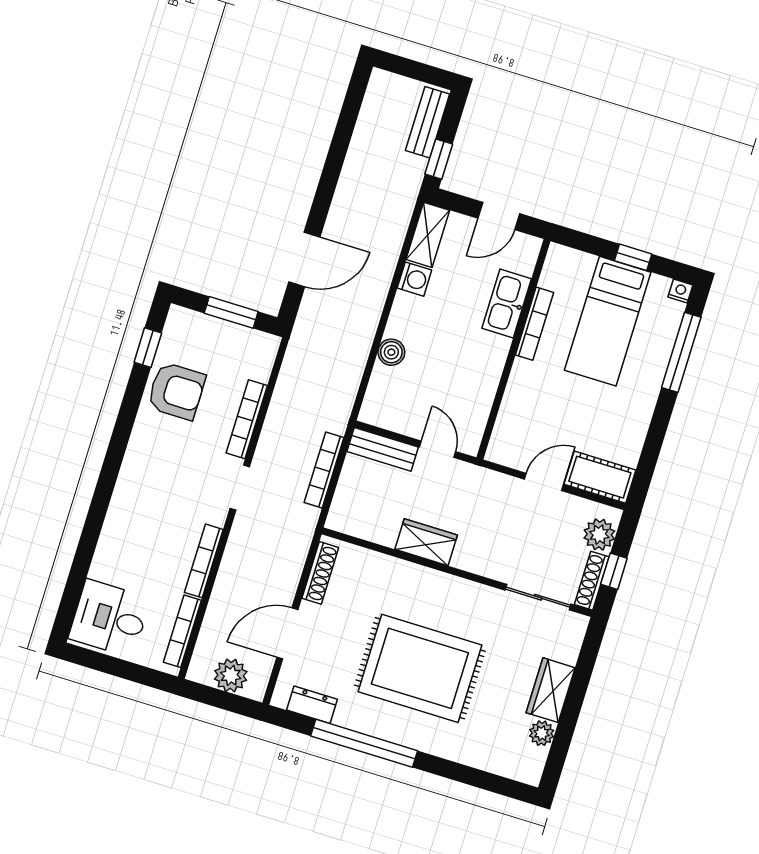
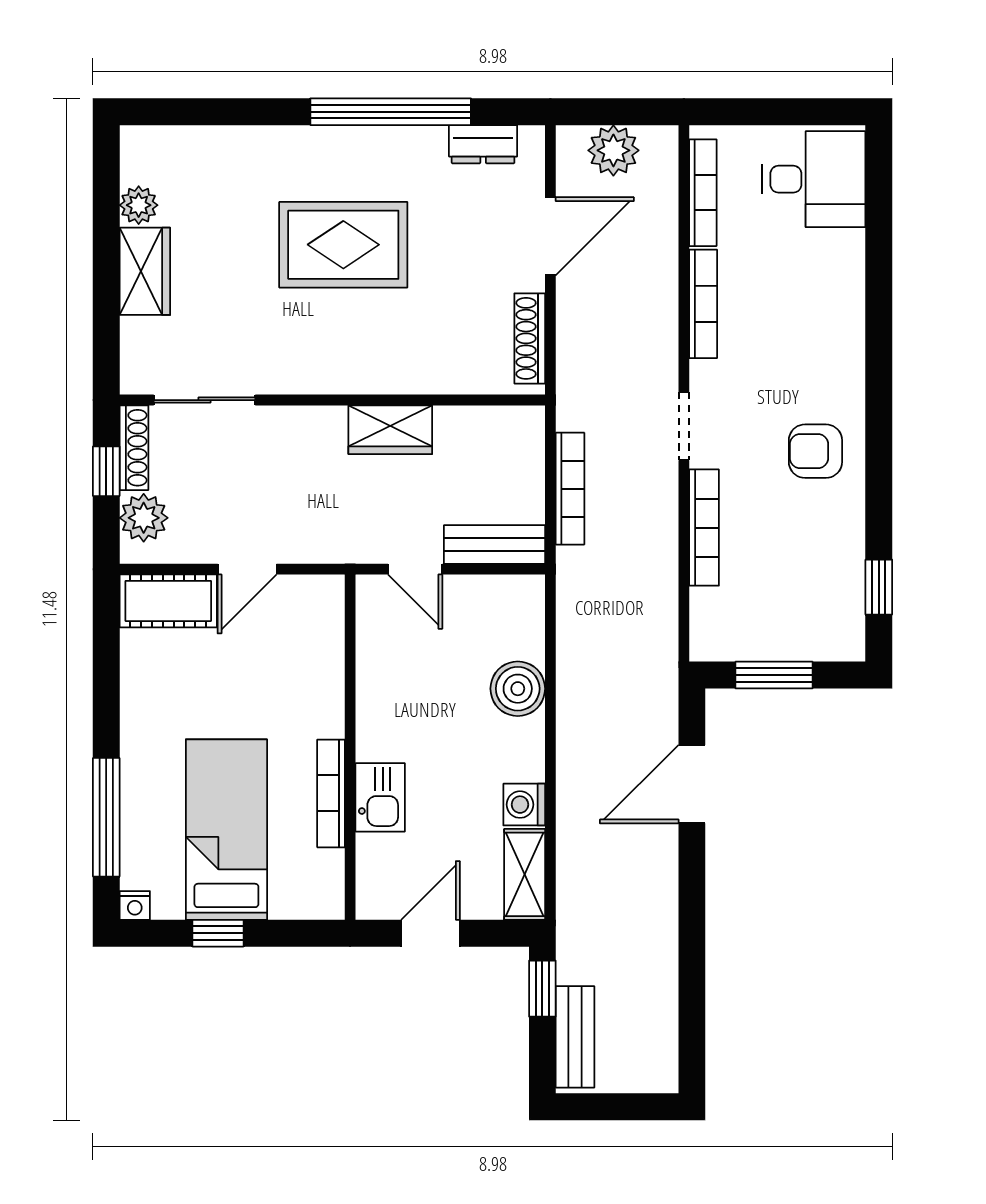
kitchen sink: (507, 304) -> (380, 797), width x0.73
boiler: (391, 352) -> (518, 689), width x1.36, depth x1.36
armchair: (176, 391) -> (815, 451), moved, width x0.72, depth x0.72
rug: (420, 668) -> (343, 245), width x0.73, depth x0.69

